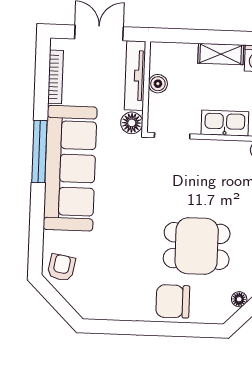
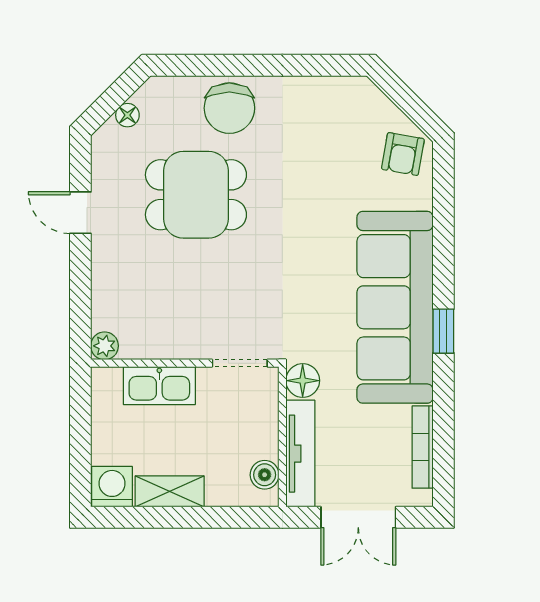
boiler: (158, 84) -> (265, 475), moved
window: (39, 152) -> (443, 331), width x0.46
chair: (173, 301) -> (229, 108), turned 90

